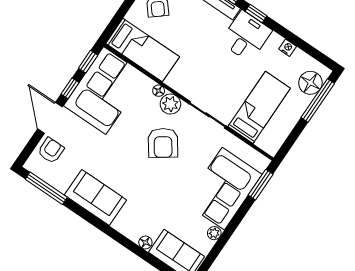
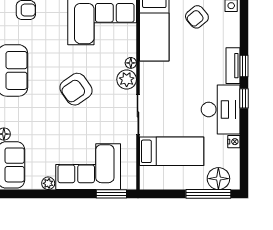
desk: (246, 36) -> (221, 109), width x1.37
armchair: (163, 143) -> (76, 89), moved

